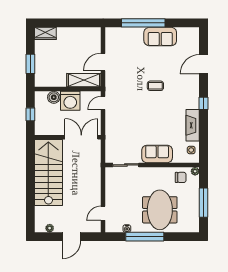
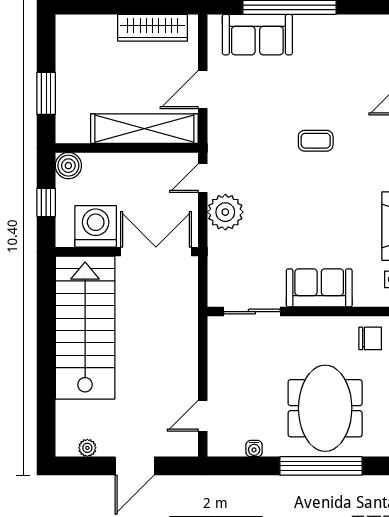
wardrobe: (45, 33) -> (153, 28), moved, width x1.50
sofa: (160, 37) -> (257, 35), moved
shelving: (84, 80) -> (144, 129), width x1.47
boiler: (54, 97) -> (68, 166), moved
washing machine: (70, 101) -> (96, 226), moved, turned 180
plant: (114, 119) -> (225, 212), added
window: (145, 237) -> (321, 466), moved

